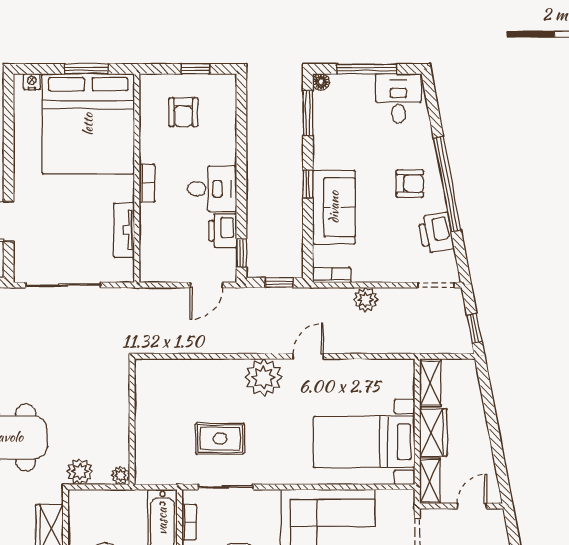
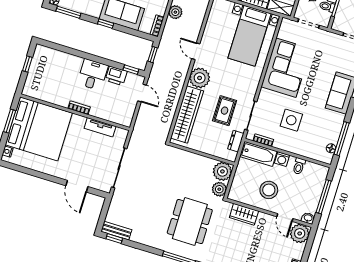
armchair: (183, 112) -> (48, 77), removed
wardrobe: (193, 375) -> (187, 115), added
plant: (121, 475) -> (222, 171), width x1.88, depth x1.88
dresser: (173, 475) -> (236, 141), added

